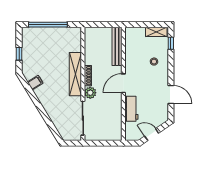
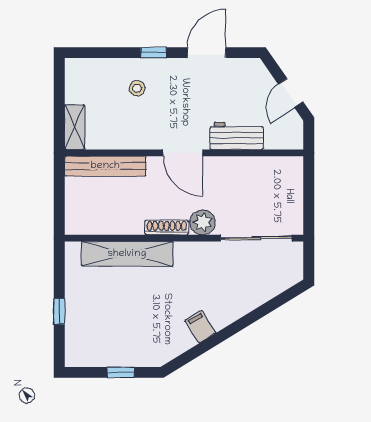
window: (48, 25) -> (59, 311), width x0.32
shelving: (156, 32) -> (75, 127), moved
window: (171, 43) -> (154, 53), moved
shelving: (75, 74) -> (127, 254), moved
filing cabinet: (35, 83) -> (200, 327), moved

